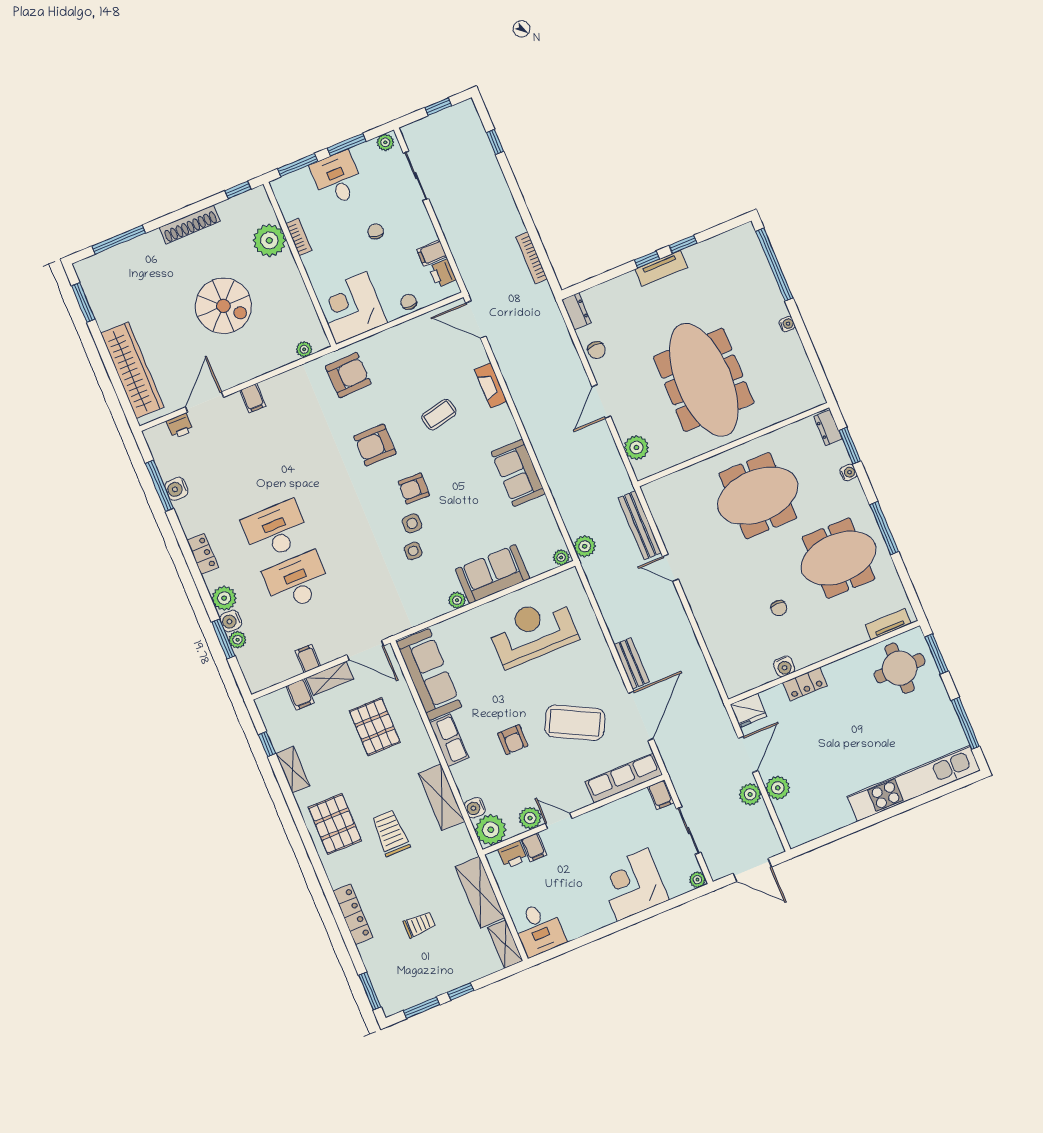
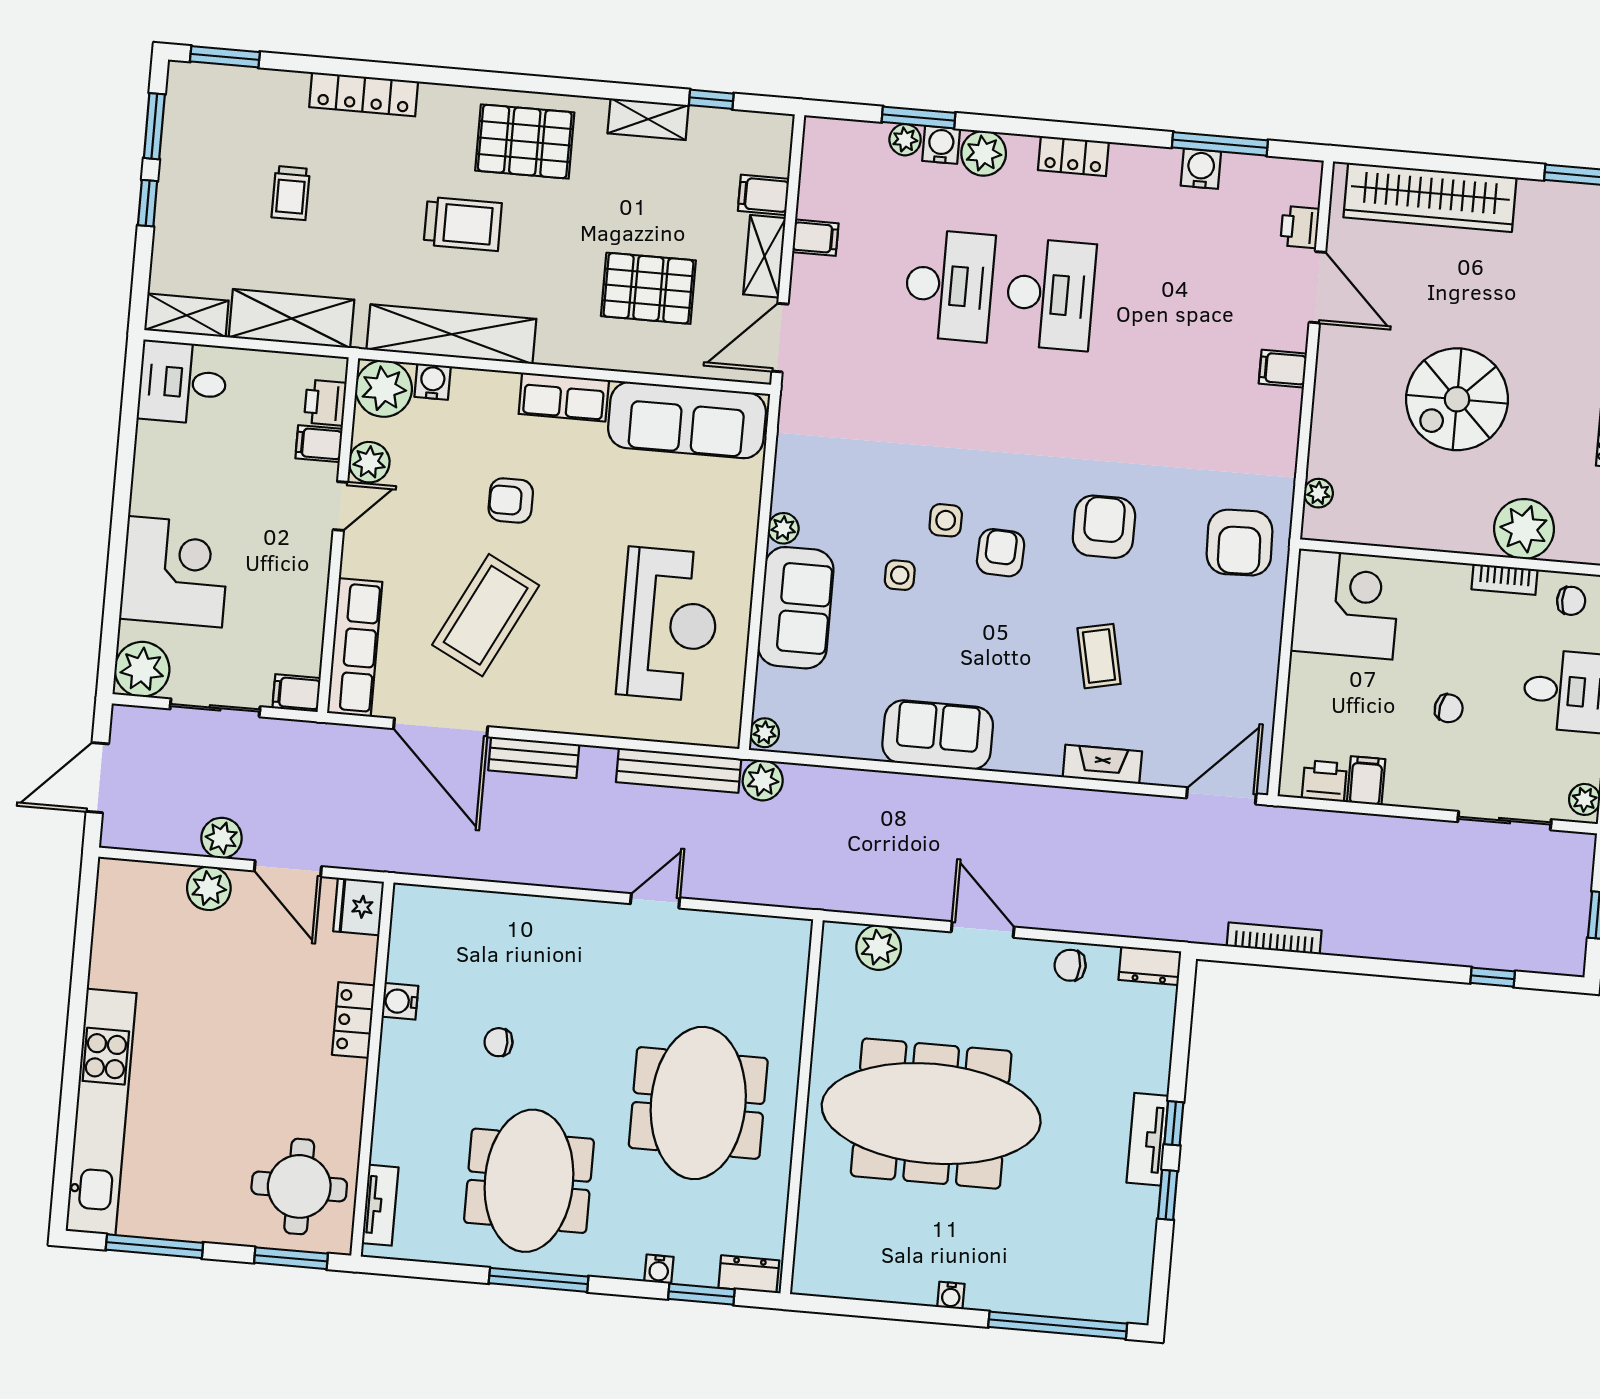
chair: (409, 302) -> (1571, 601), moved
bench: (640, 525) -> (679, 770), moved
side table: (413, 551) -> (900, 575), moved
shelving: (441, 797) -> (451, 334), width x1.47
plant: (697, 880) -> (142, 669), width x1.88, depth x1.88

